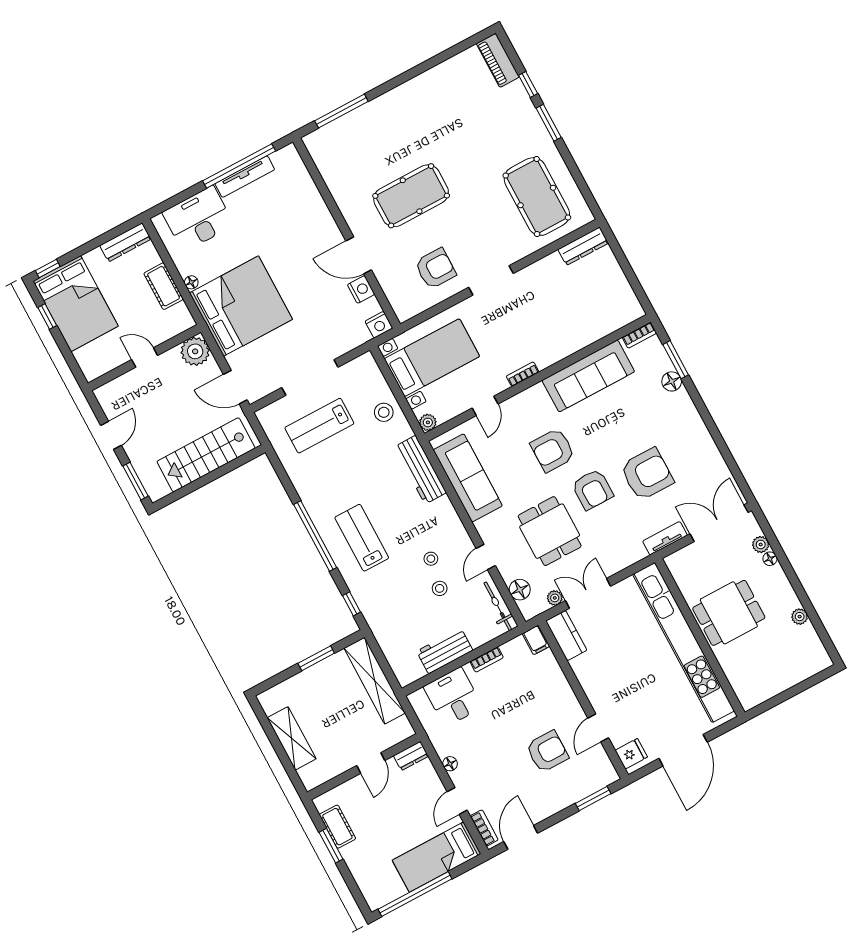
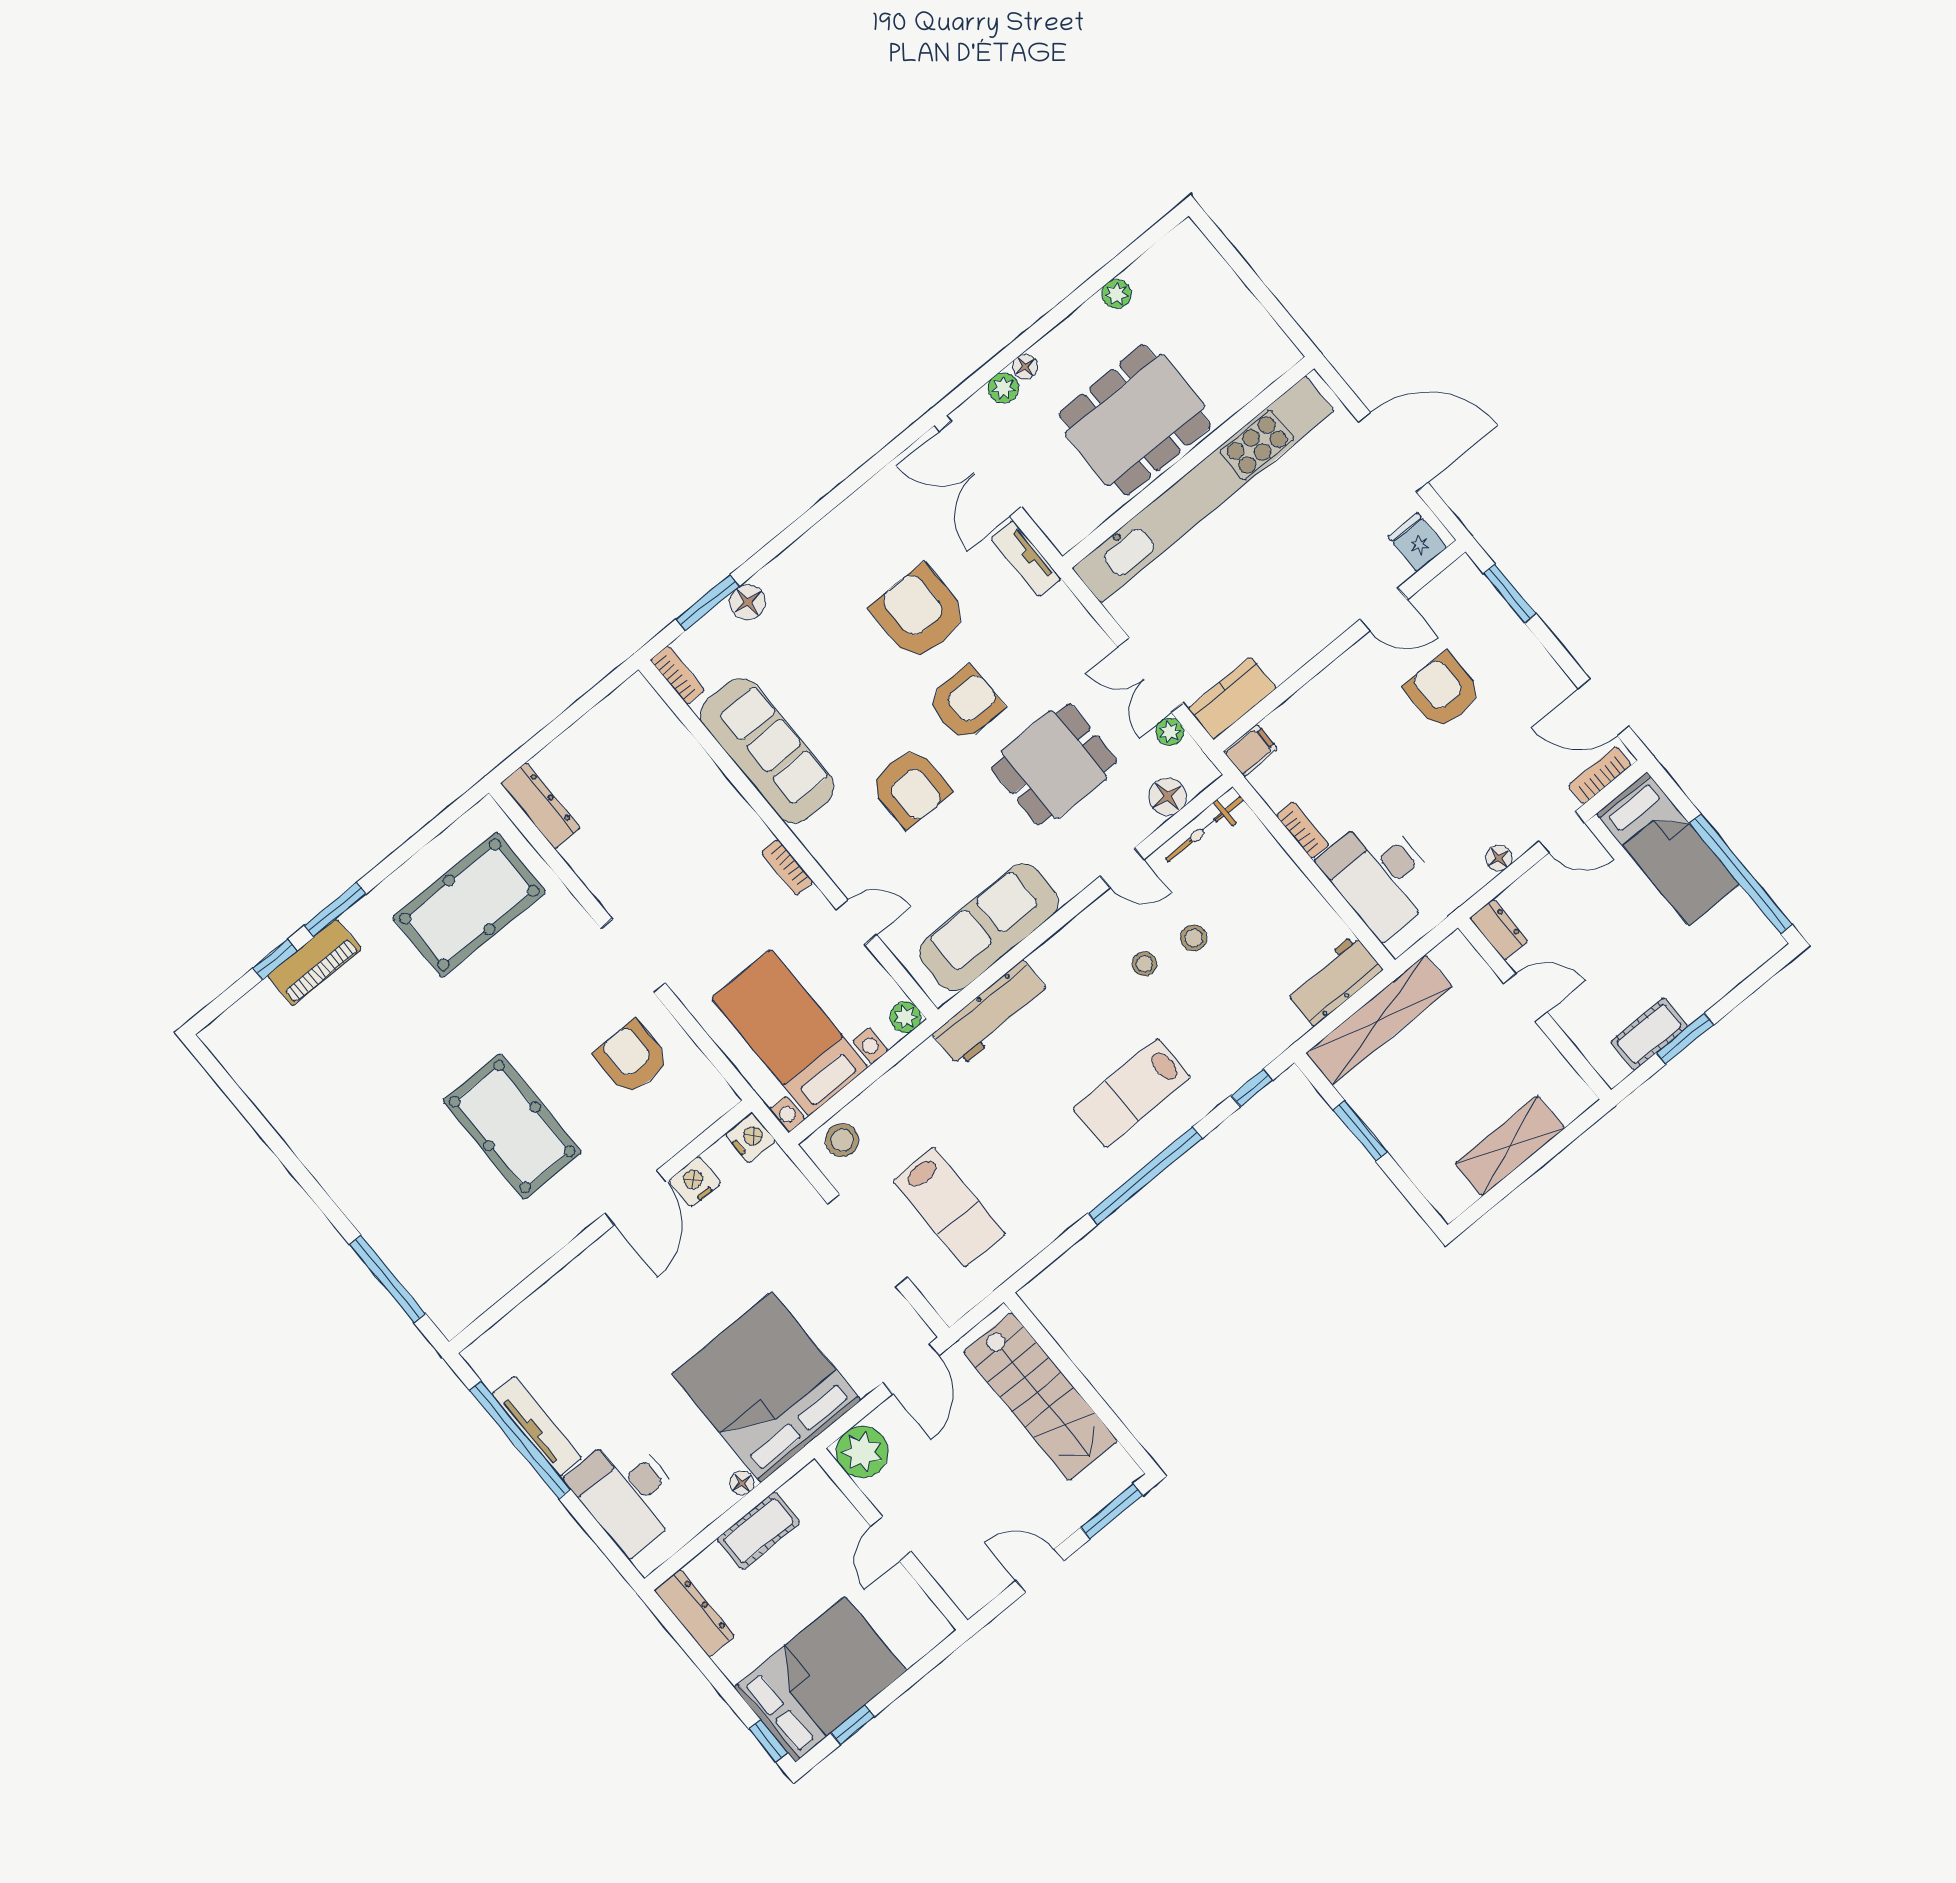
piano: (498, 60) -> (314, 962), moved
stool: (384, 412) -> (842, 1140), moved
dining table: (729, 613) -> (1135, 420), width x1.38
workbench: (445, 651) -> (1334, 980), moved, turned 90
desk: (453, 697) -> (1380, 876), width x1.37

